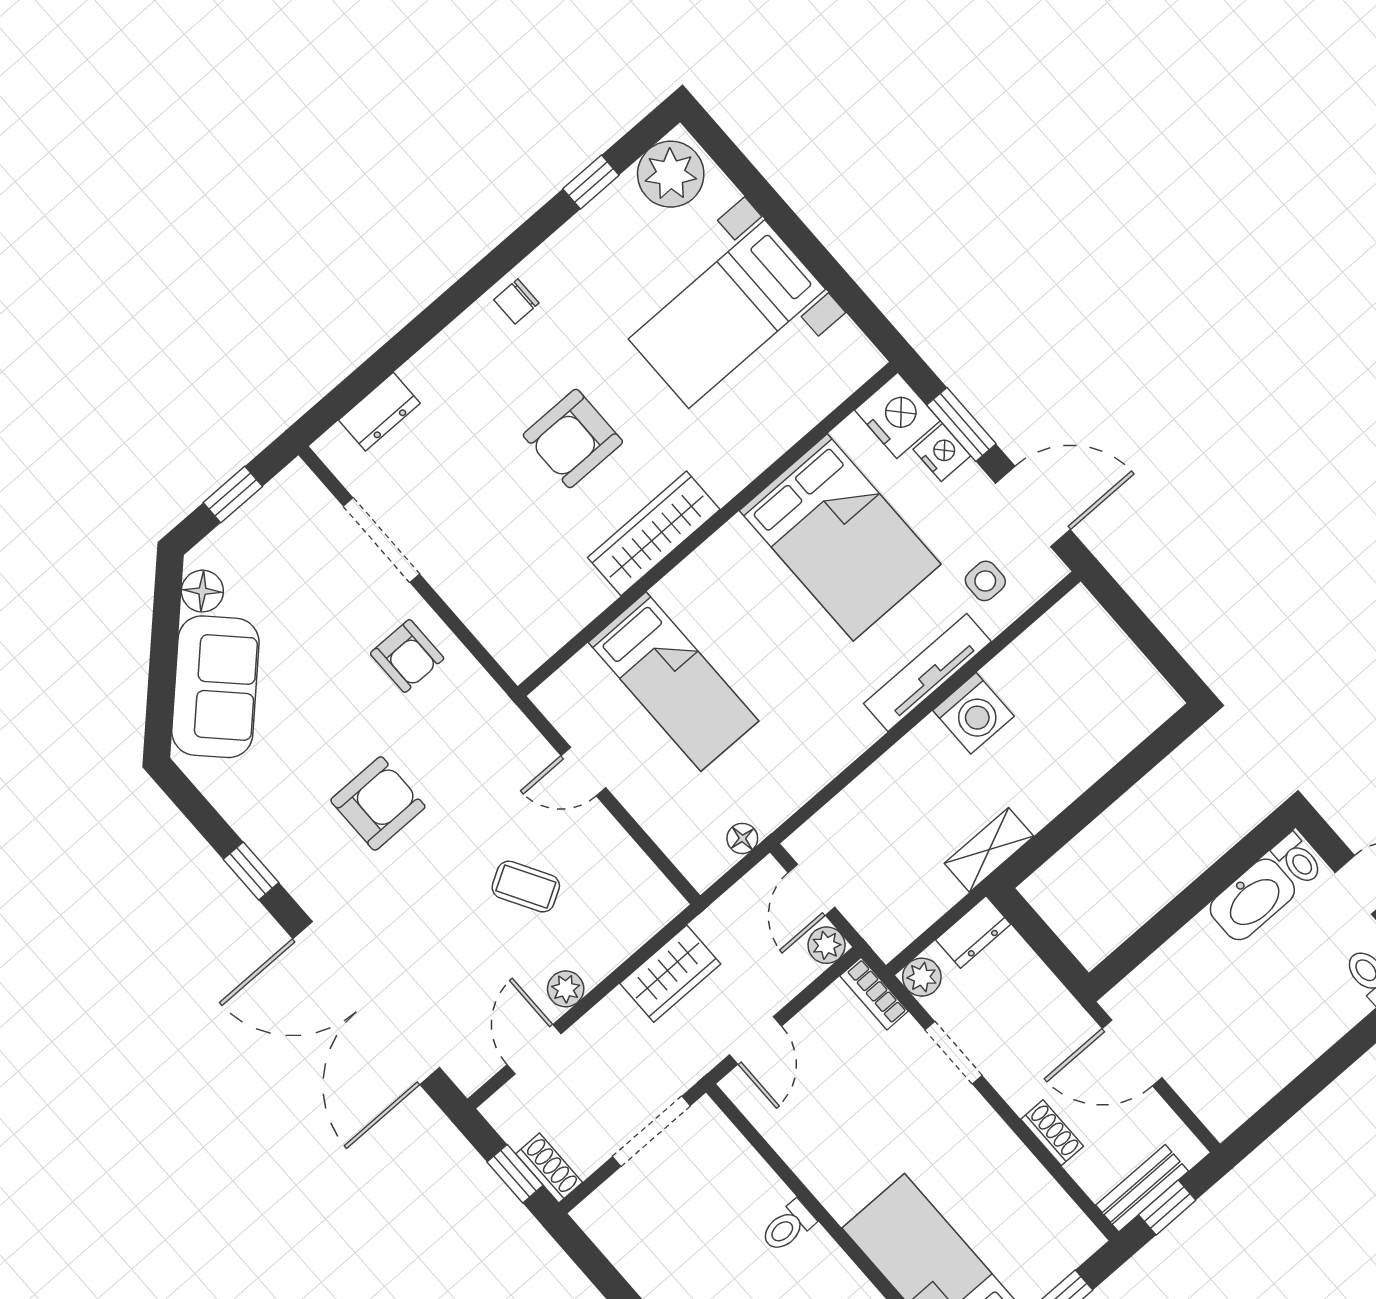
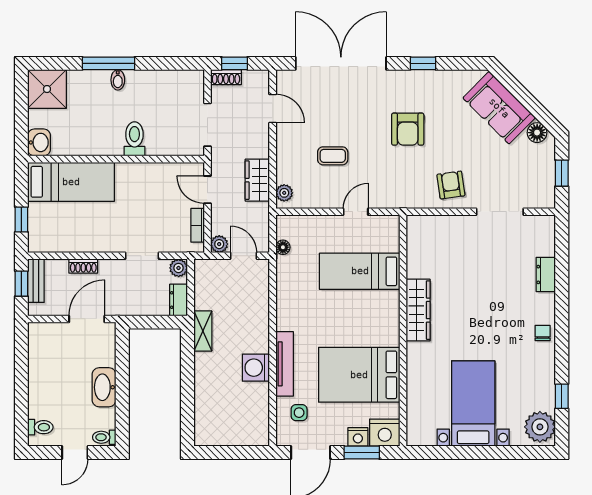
dresser: (379, 412) -> (546, 275), moved
armchair: (573, 439) -> (477, 311), removed
armchair: (407, 656) -> (451, 185), turned 82
coffee table: (526, 887) -> (333, 156), turned 30
washbasin: (1252, 899) -> (104, 387), moved
plant: (566, 989) -> (284, 193), moved
bookcase: (874, 994) -> (198, 225), moved, turned -90
toilet: (788, 1226) -> (134, 139), width x1.37, depth x1.39

